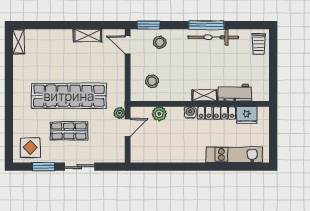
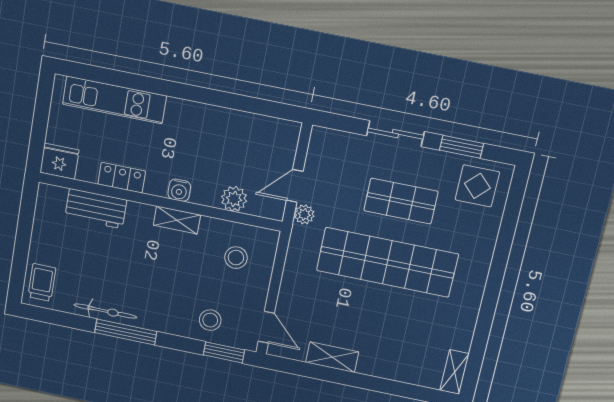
bicycle: (213, 37) -> (105, 311), width x0.73, depth x0.71
shelving: (205, 95) -> (177, 220), moved
locker: (217, 113) -> (122, 178), width x0.66
fridge: (247, 115) -> (59, 161), moved

